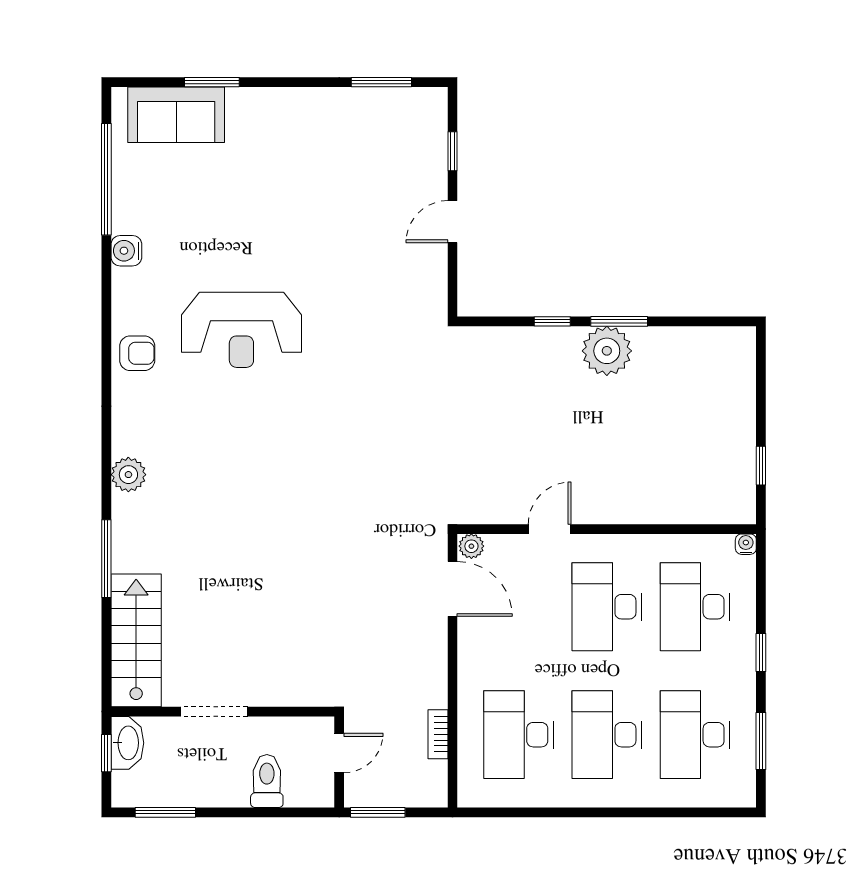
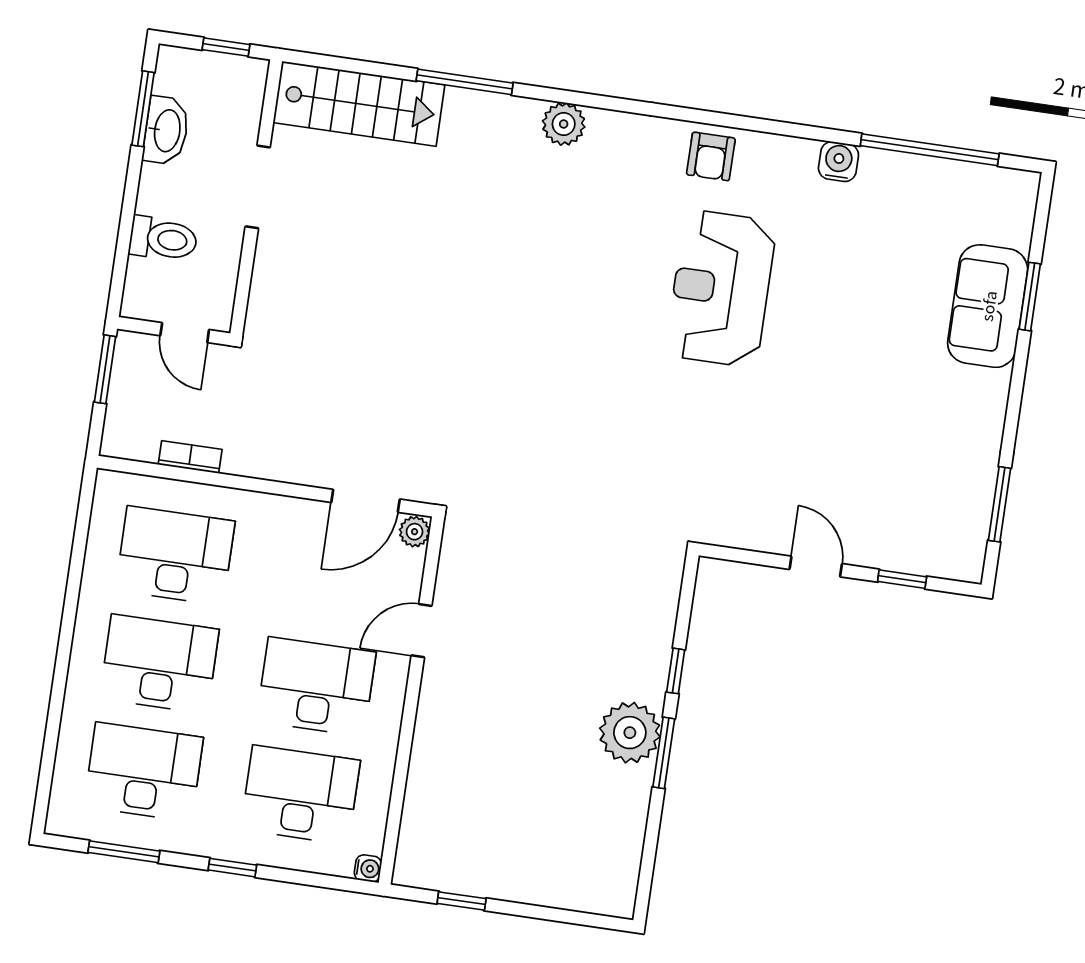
sofa: (176, 115) -> (988, 306), moved
door: (550, 529) -> (422, 631), swing flipped
washbasin: (127, 743) -> (166, 131), moved, turned -90

